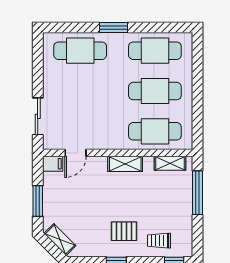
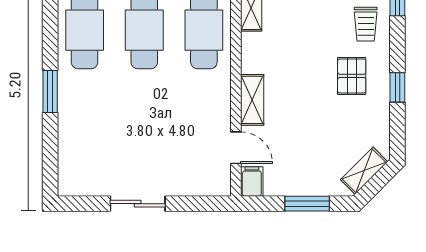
cafe table: (80, 51) -> (85, 141), removed
sliding door: (38, 116) -> (138, 204), moved
shelving: (125, 164) -> (252, 100), moved

